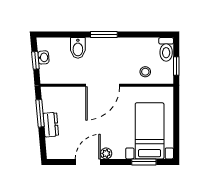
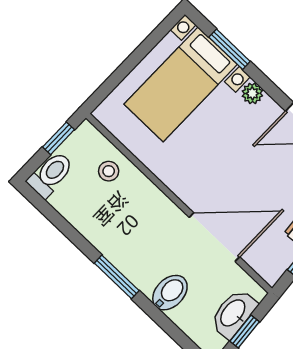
washbasin: (43, 57) -> (233, 313), width x1.91, depth x1.45
door: (103, 85) -> (214, 237), moved
plant: (106, 153) -> (252, 93), moved

